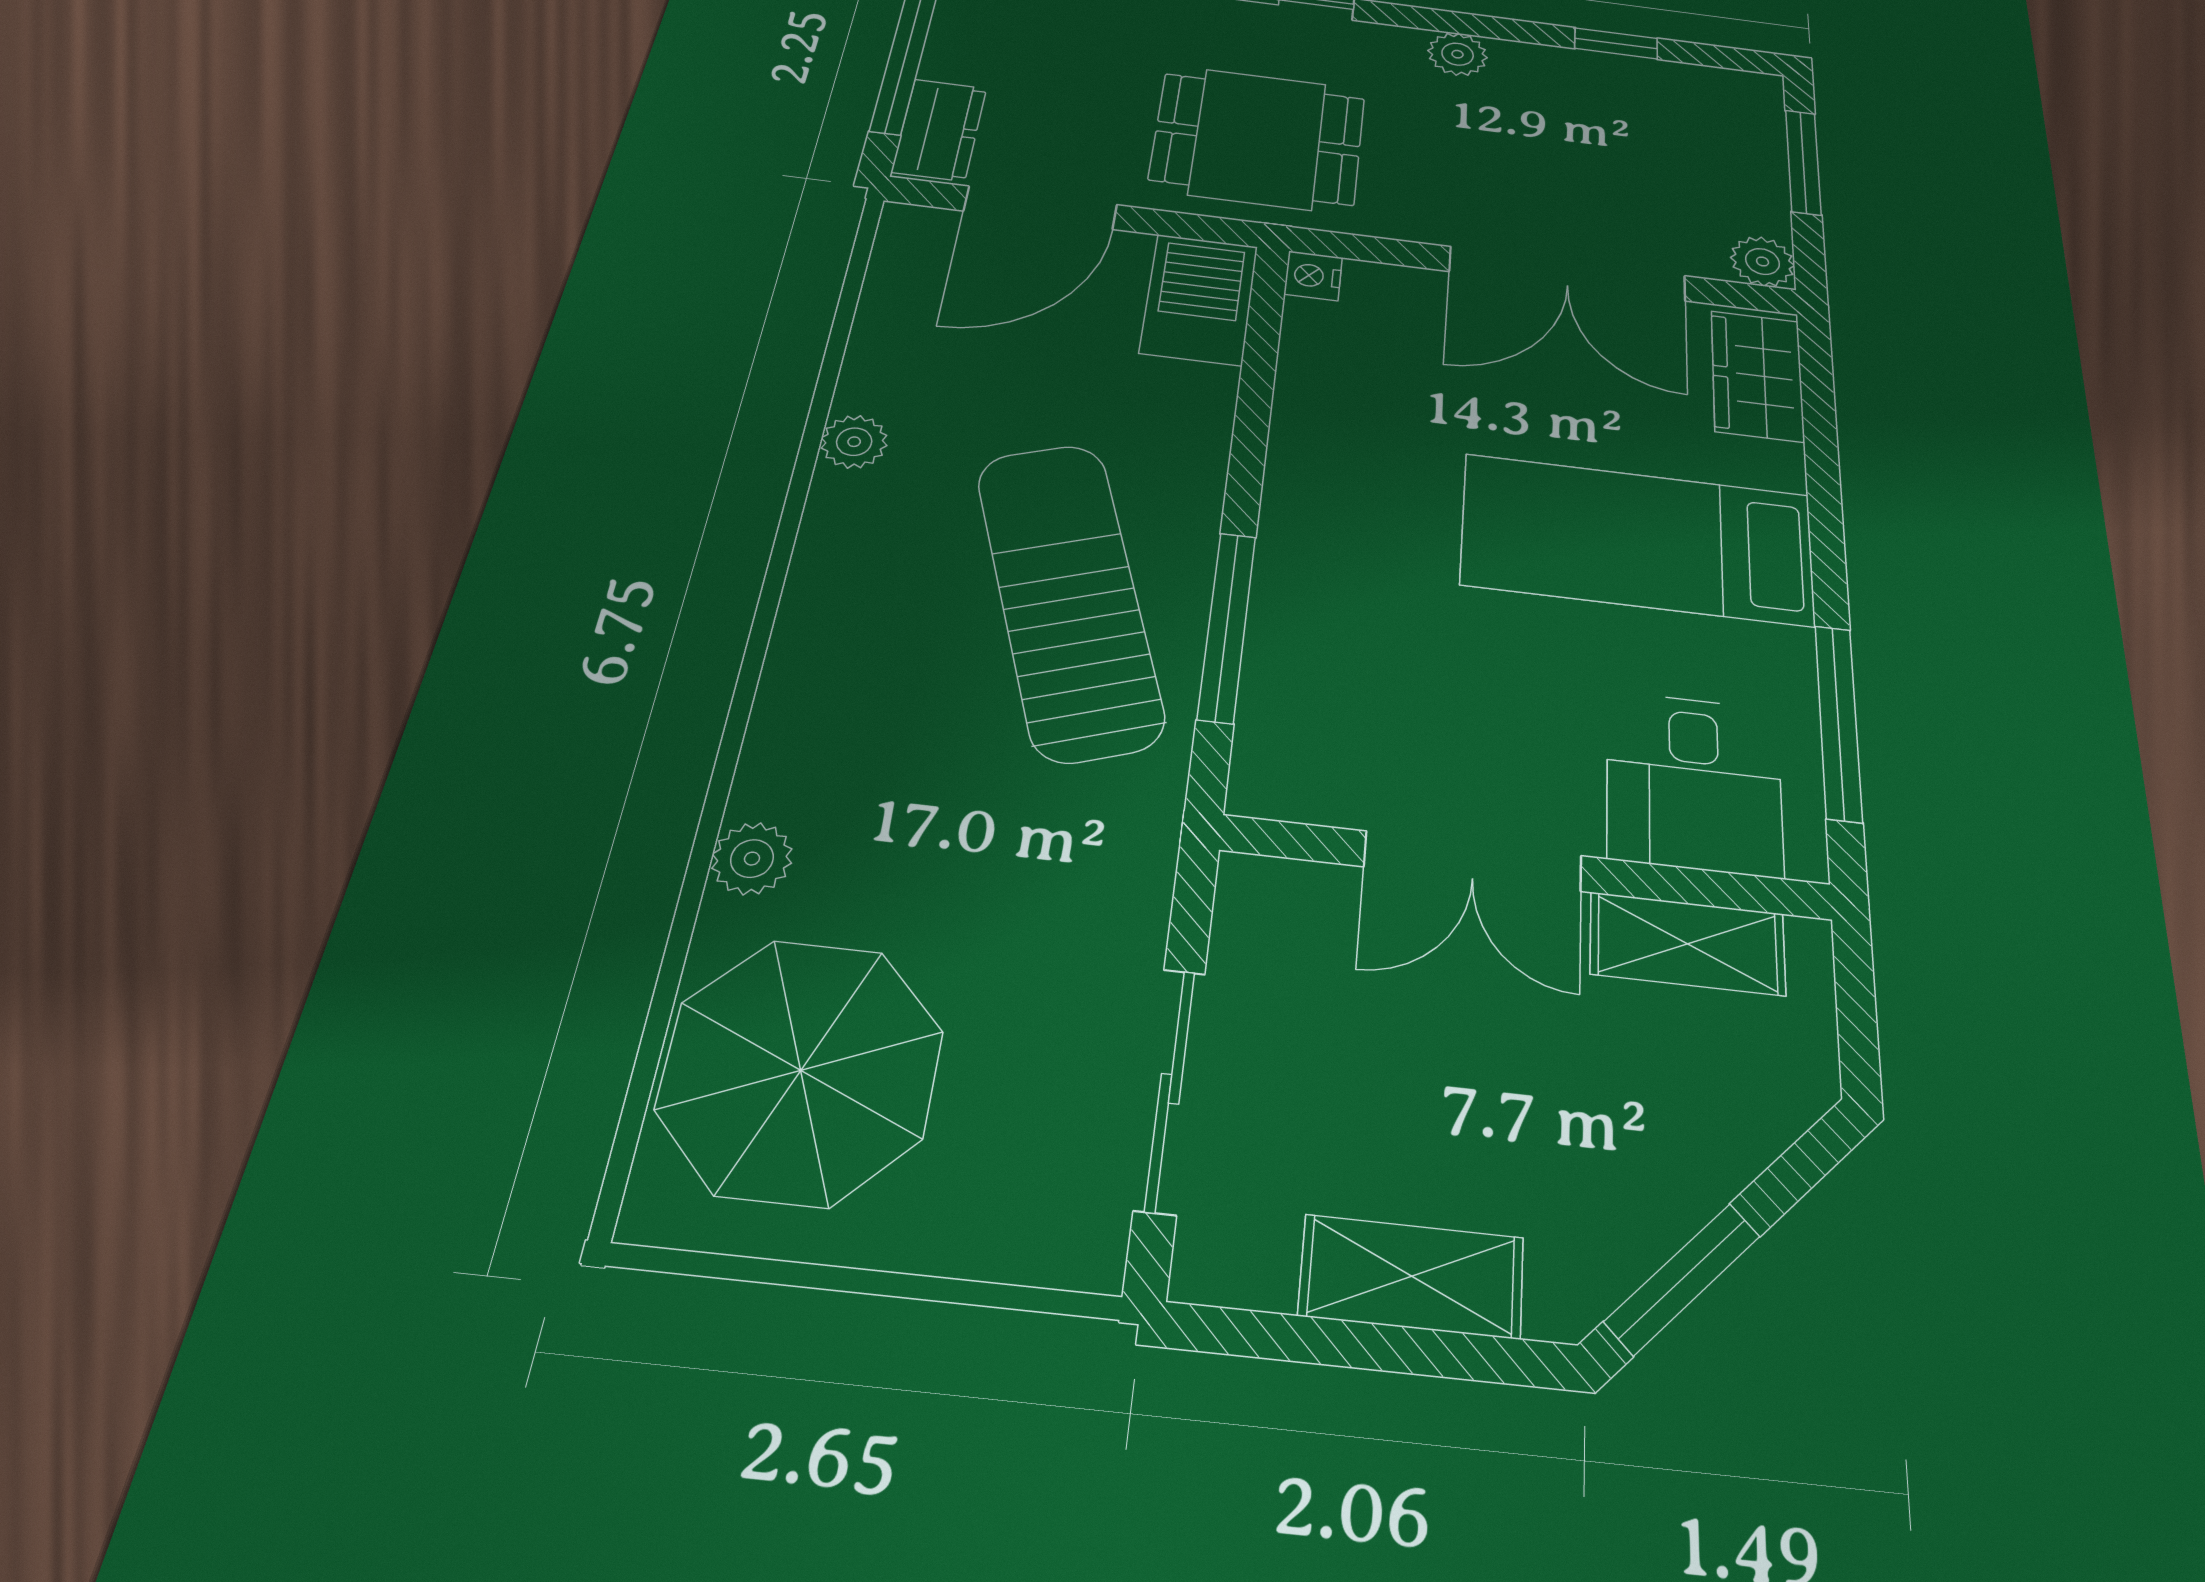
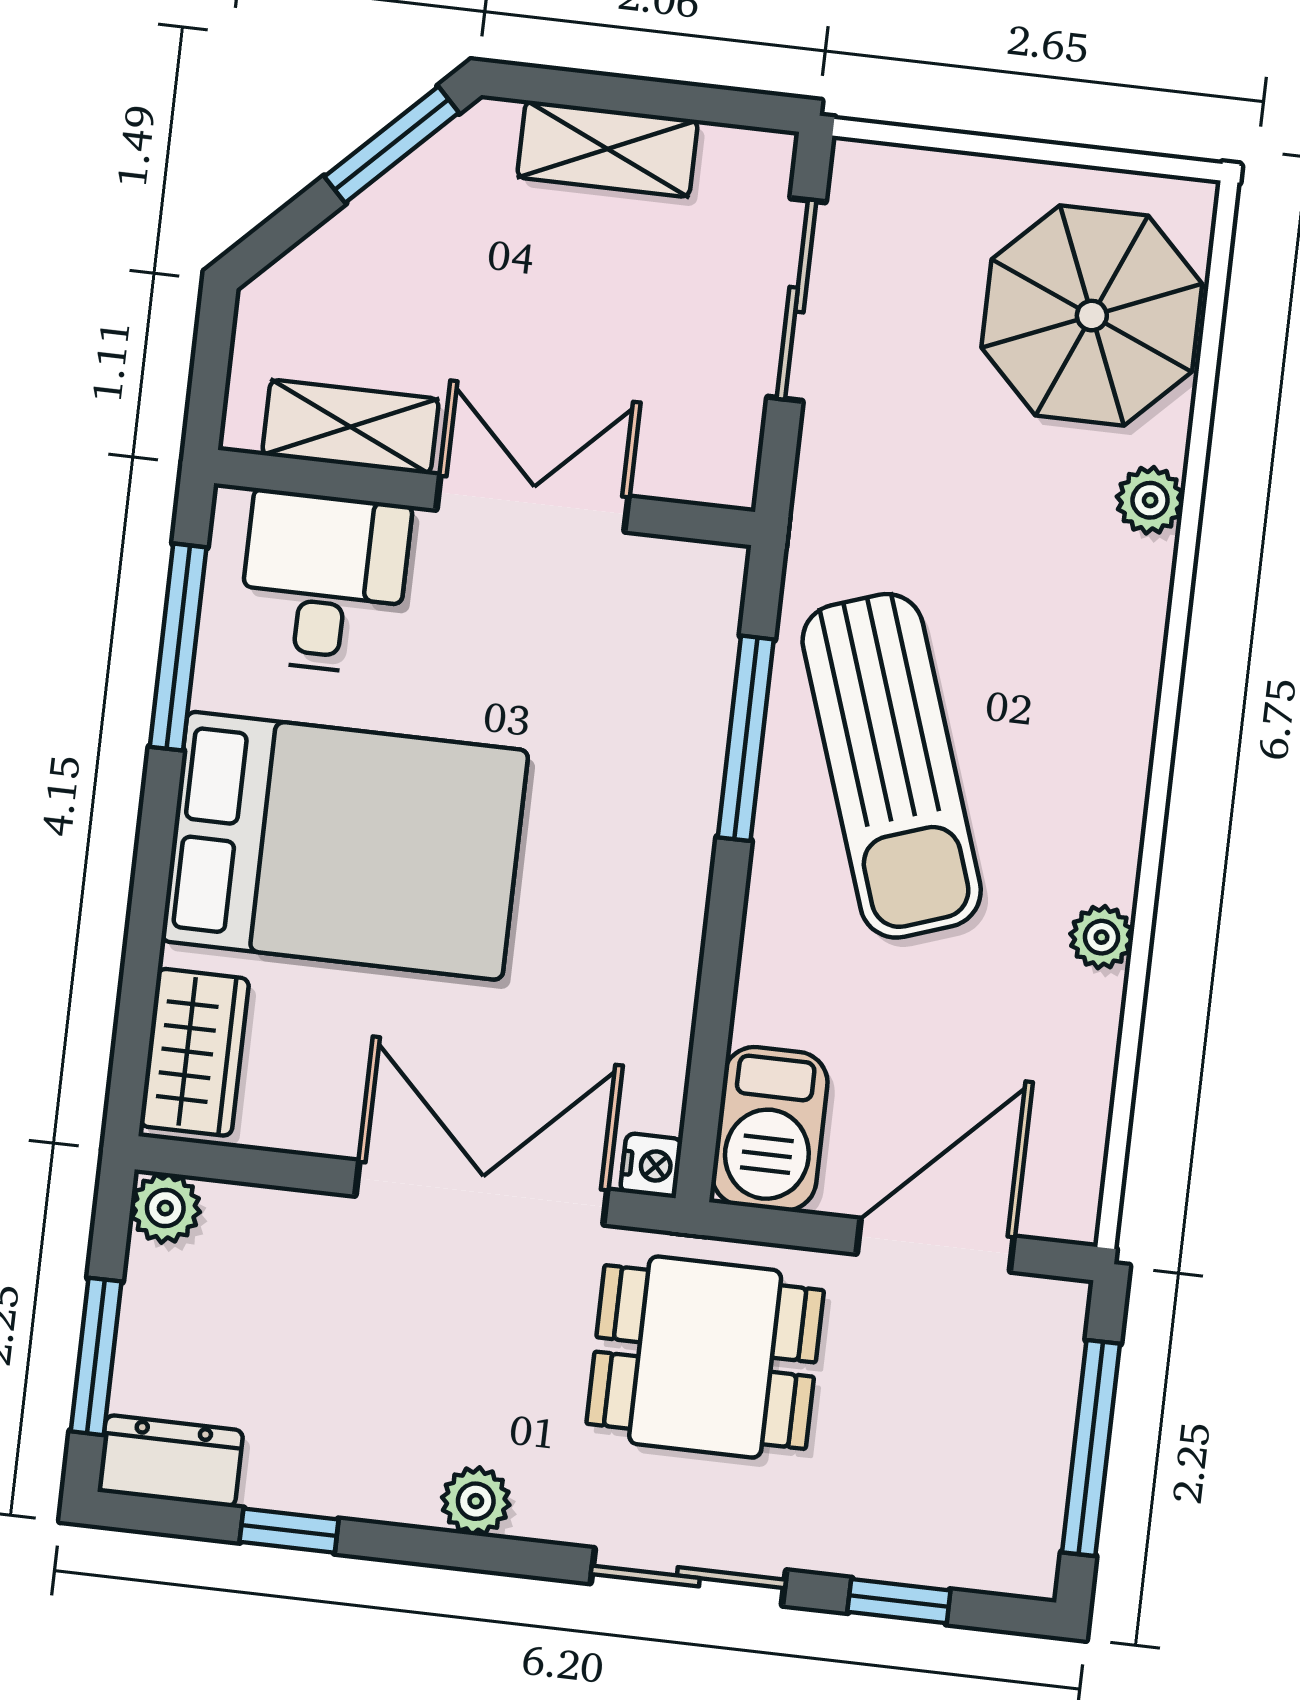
dresser: (939, 130) -> (170, 1461), moved, turned 90
double door: (1568, 274) -> (481, 1193), moved
bed: (1638, 539) -> (345, 846), width x1.50

